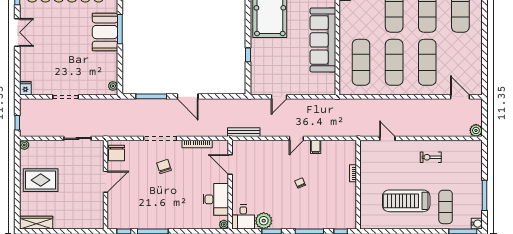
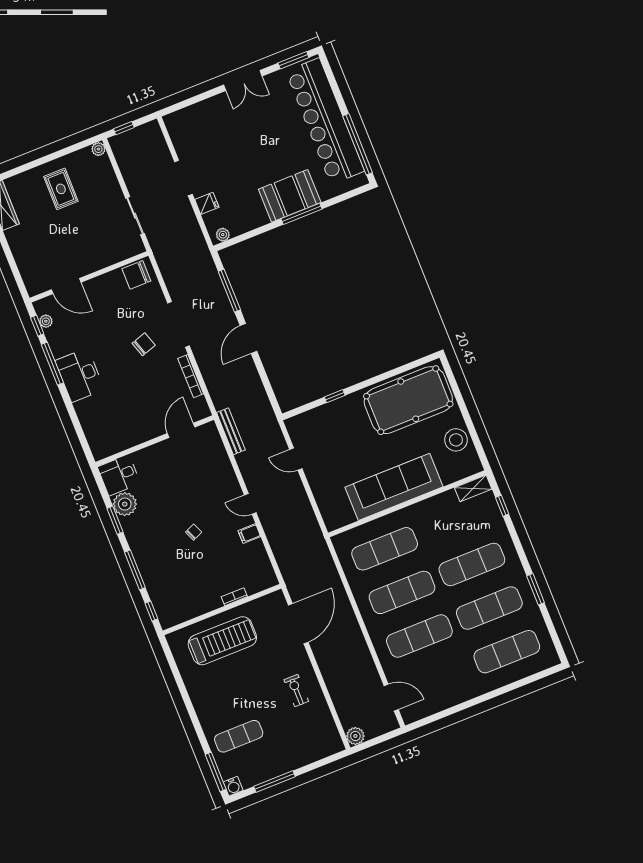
fridge: (25, 88) -> (207, 203), moved
door: (460, 97) -> (391, 698), hinge flipped
door: (387, 138) -> (298, 624), width x1.88
rug: (41, 180) -> (61, 189), width x0.73, depth x0.70
door: (106, 182) -> (66, 286), moved
desk: (216, 199) -> (80, 375), moved, turned 90
treadmill: (406, 201) -> (222, 641), moved, turned 90
plant: (224, 224) -> (46, 321), moved

